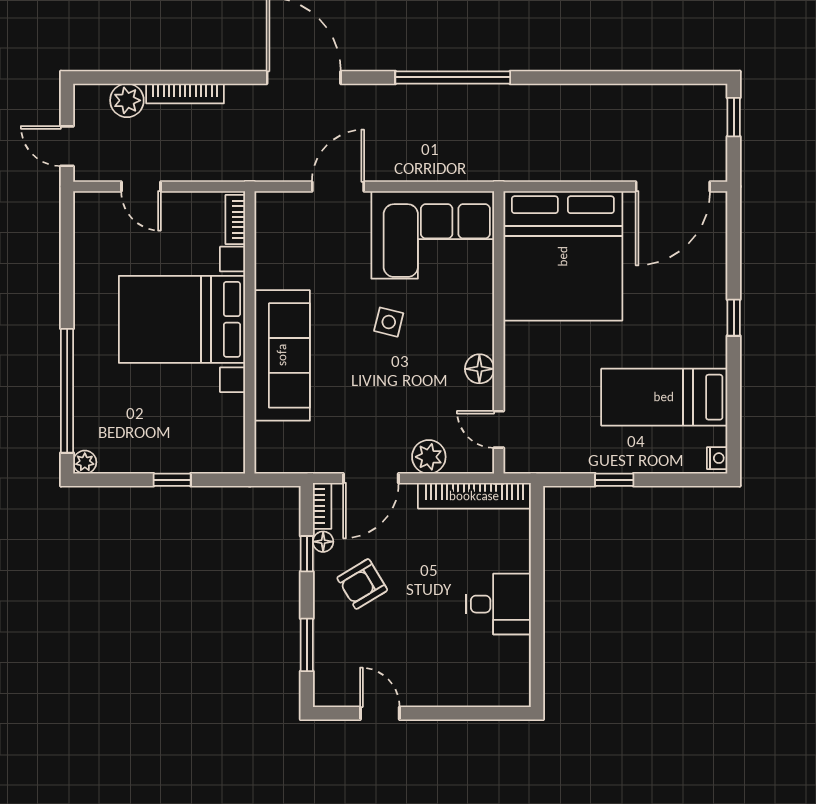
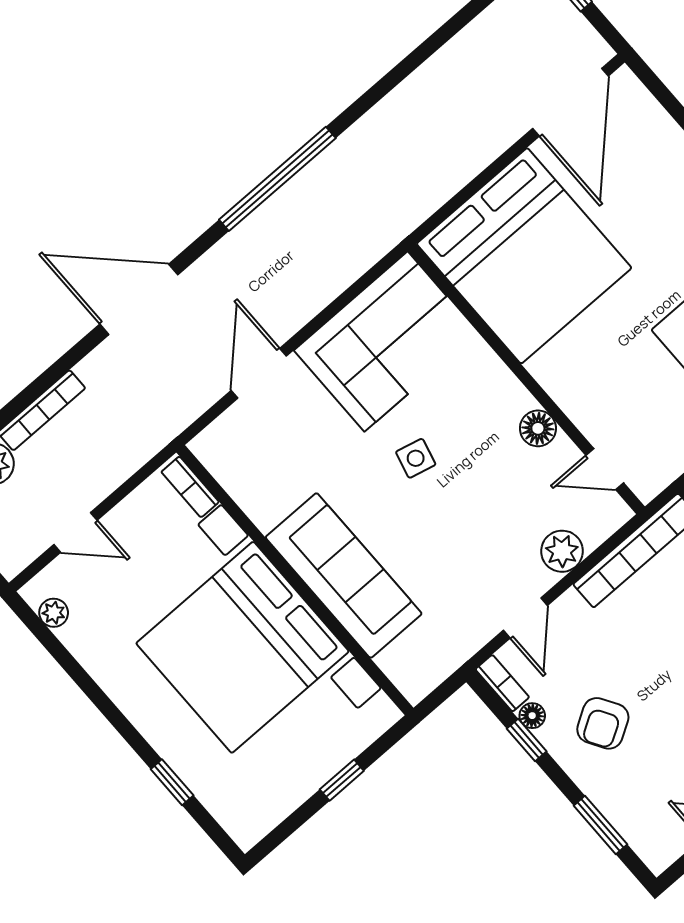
bed with nightstands: (182, 319) -> (242, 647), width x1.36
window: (67, 391) -> (172, 782), width x0.32
plant: (85, 462) -> (54, 613), moved
door: (371, 478) -> (525, 618), width x0.73

